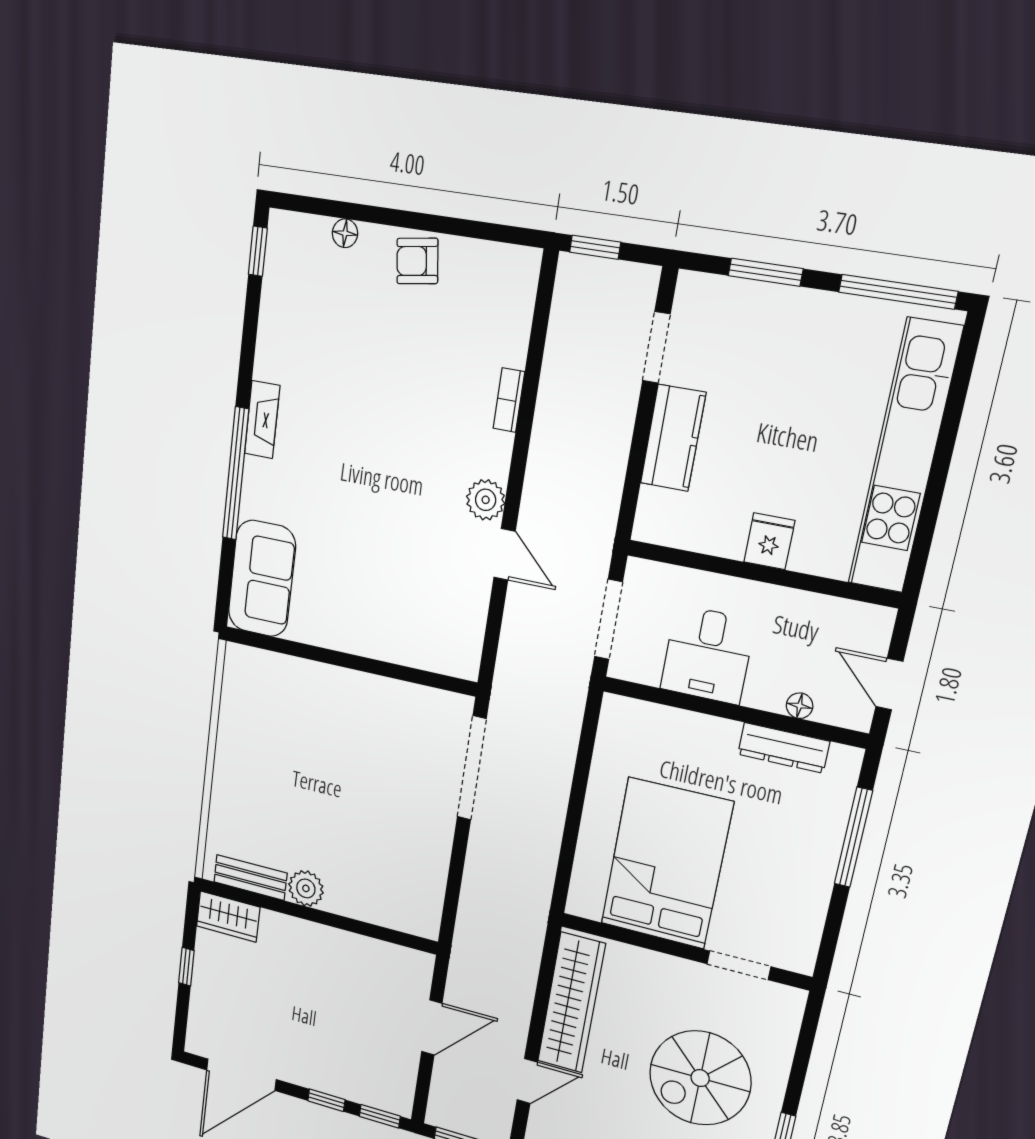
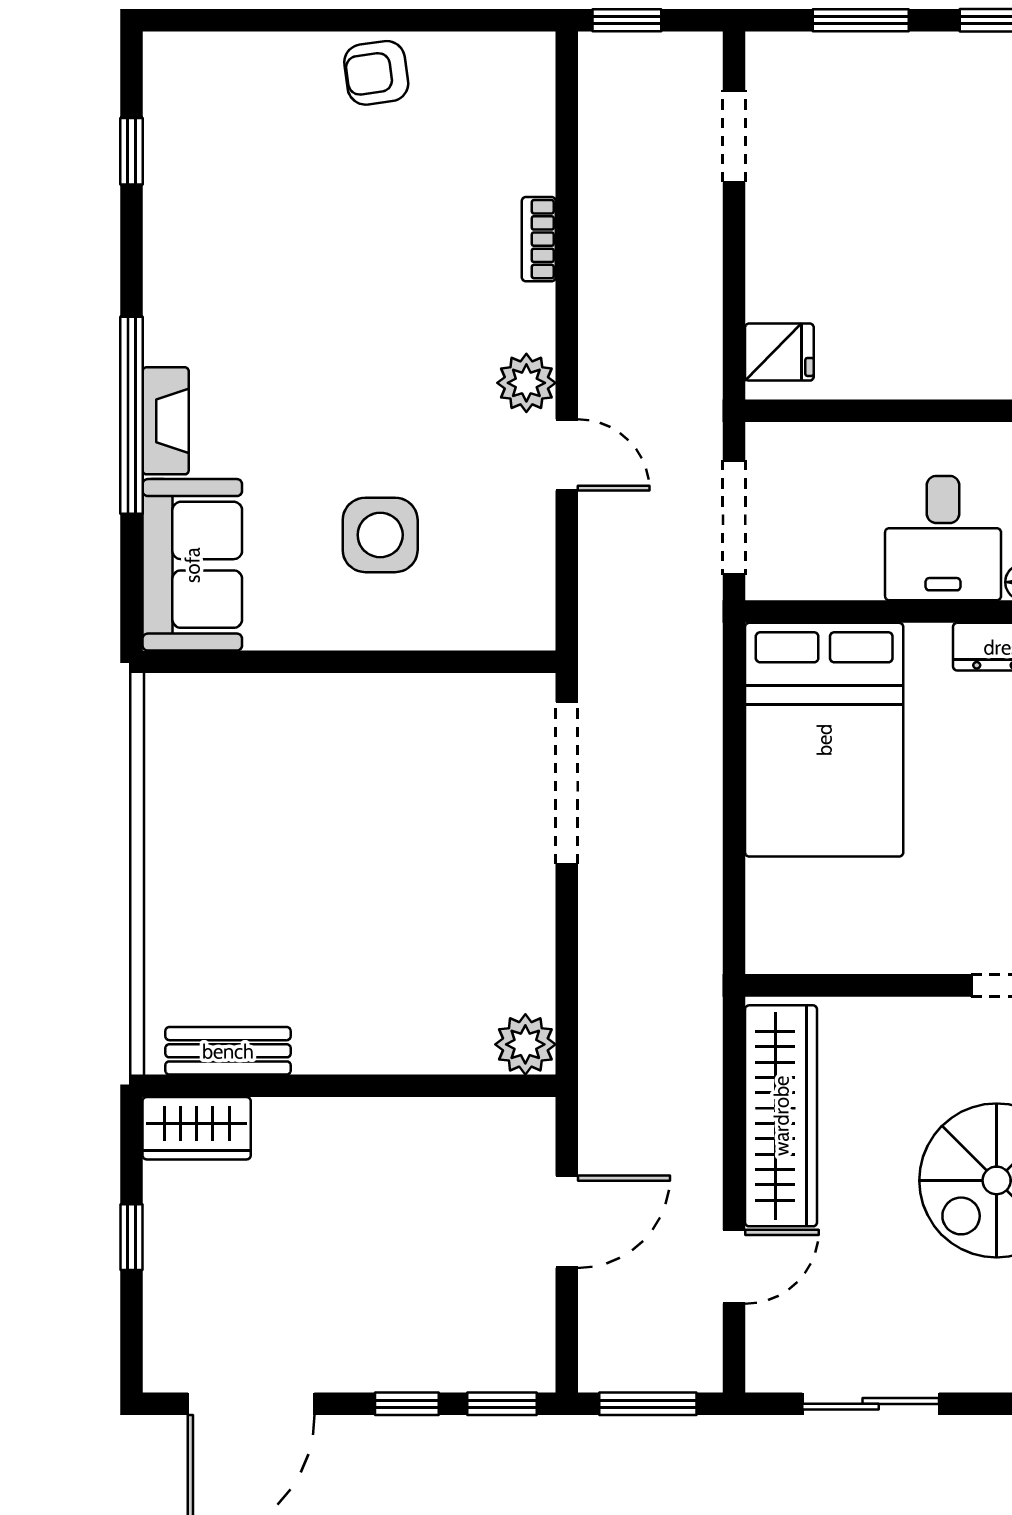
floor lamp: (345, 233) -> (263, 51), removed
window: (258, 251) -> (132, 151), moved
fireplace: (262, 420) -> (166, 421), moved
kitchen counter: (673, 438) -> (779, 251), removed
fridge: (769, 541) -> (779, 352), moved, turned 90
side table: (378, 583) -> (380, 535), added
desk: (707, 655) -> (943, 538), moved
bed: (666, 863) -> (824, 740), moved, turned 180
plant: (306, 888) -> (525, 1044), moved

